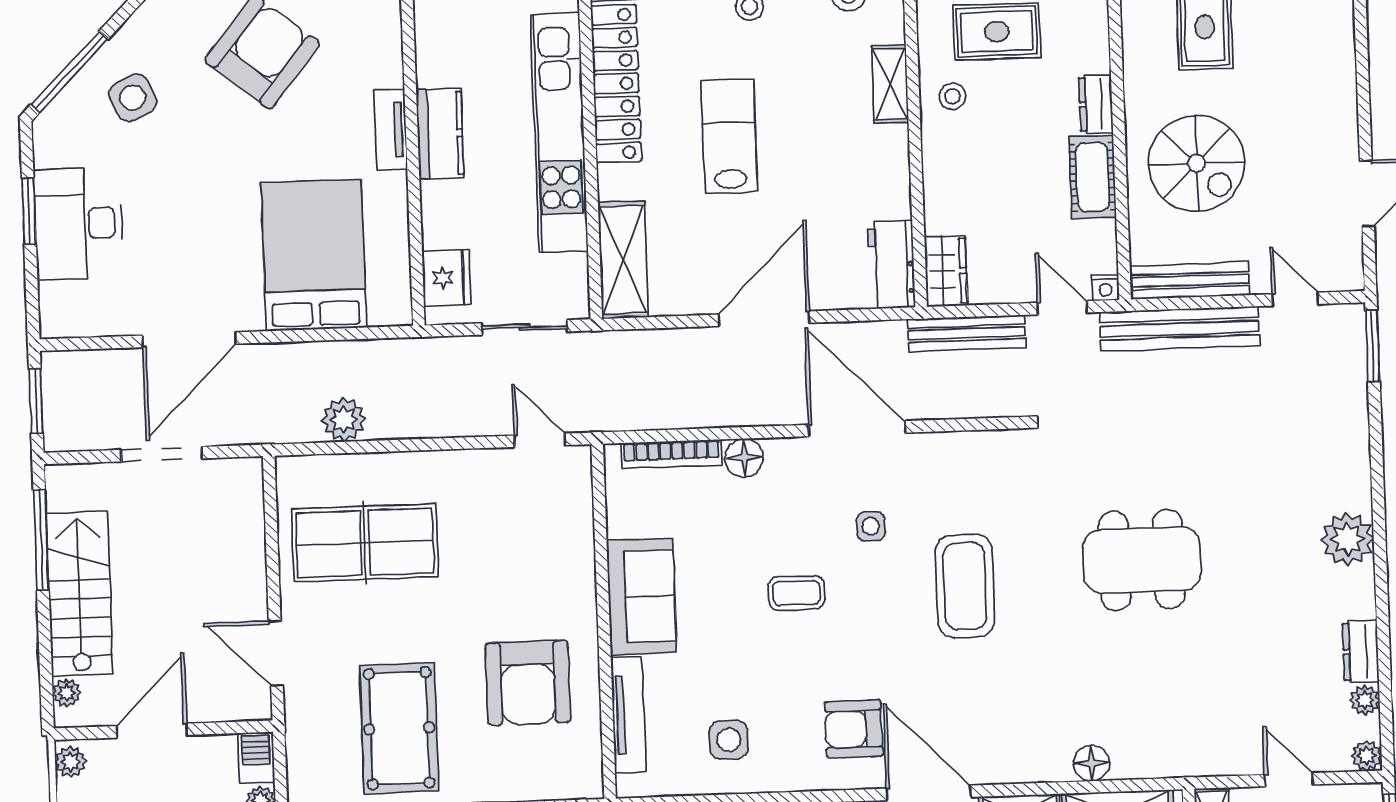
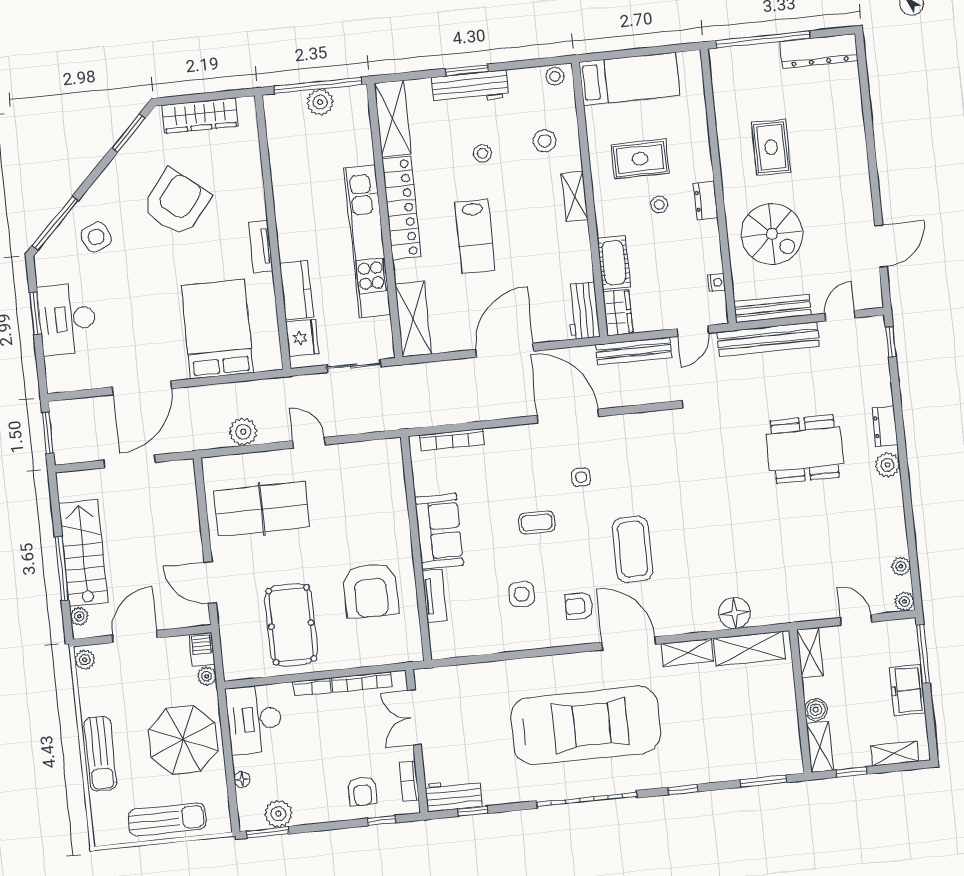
stool: (952, 96) -> (659, 205), moved
kitchen counter: (440, 134) -> (297, 290), moved
lab bench: (729, 136) -> (475, 236), turned 180
cot: (1093, 177) -> (614, 262), moved
nightstand: (1105, 288) -> (716, 282), moved, turned -90
door: (1295, 299) -> (840, 316), hinge flipped
door: (1062, 308) -> (693, 331), swing flipped
window: (1373, 346) -> (891, 342), width x0.67
door: (540, 440) -> (309, 443), moved
floor lamp: (744, 458) -> (498, 439), removed
plant: (1347, 539) -> (887, 465), width x0.73, depth x0.73
window: (41, 540) -> (62, 569), moved
dining table: (1142, 560) -> (805, 449), moved
coffee table: (965, 586) -> (632, 549), moved
dresser: (1361, 651) -> (885, 426), moved
tv unit: (628, 715) -> (435, 596), width x0.71
armchair: (854, 729) -> (579, 606), width x0.72, depth x0.72
side table: (729, 740) -> (521, 594), moved
floor lamp: (1091, 763) -> (734, 613), width x1.38, depth x1.38

